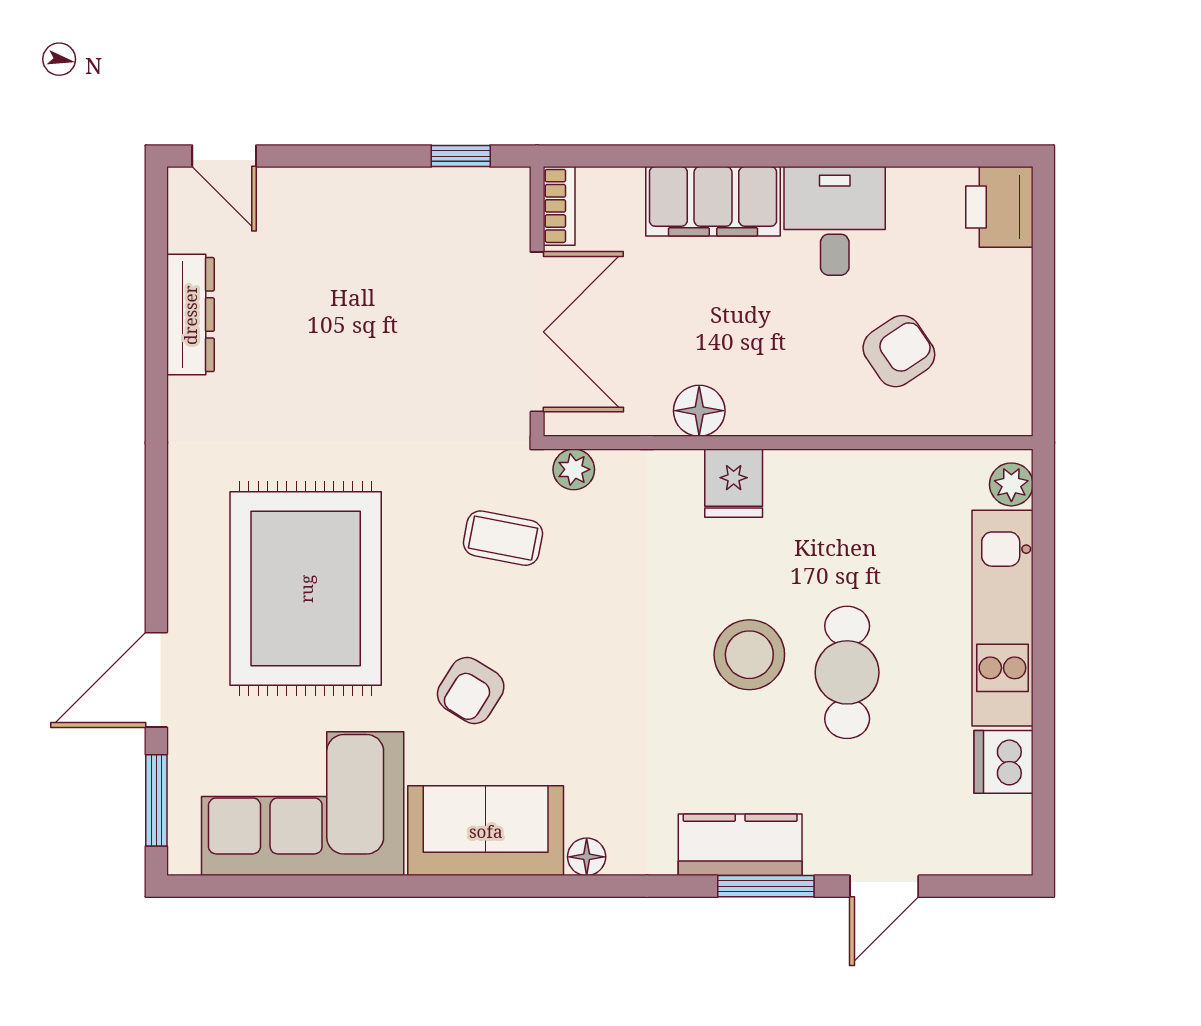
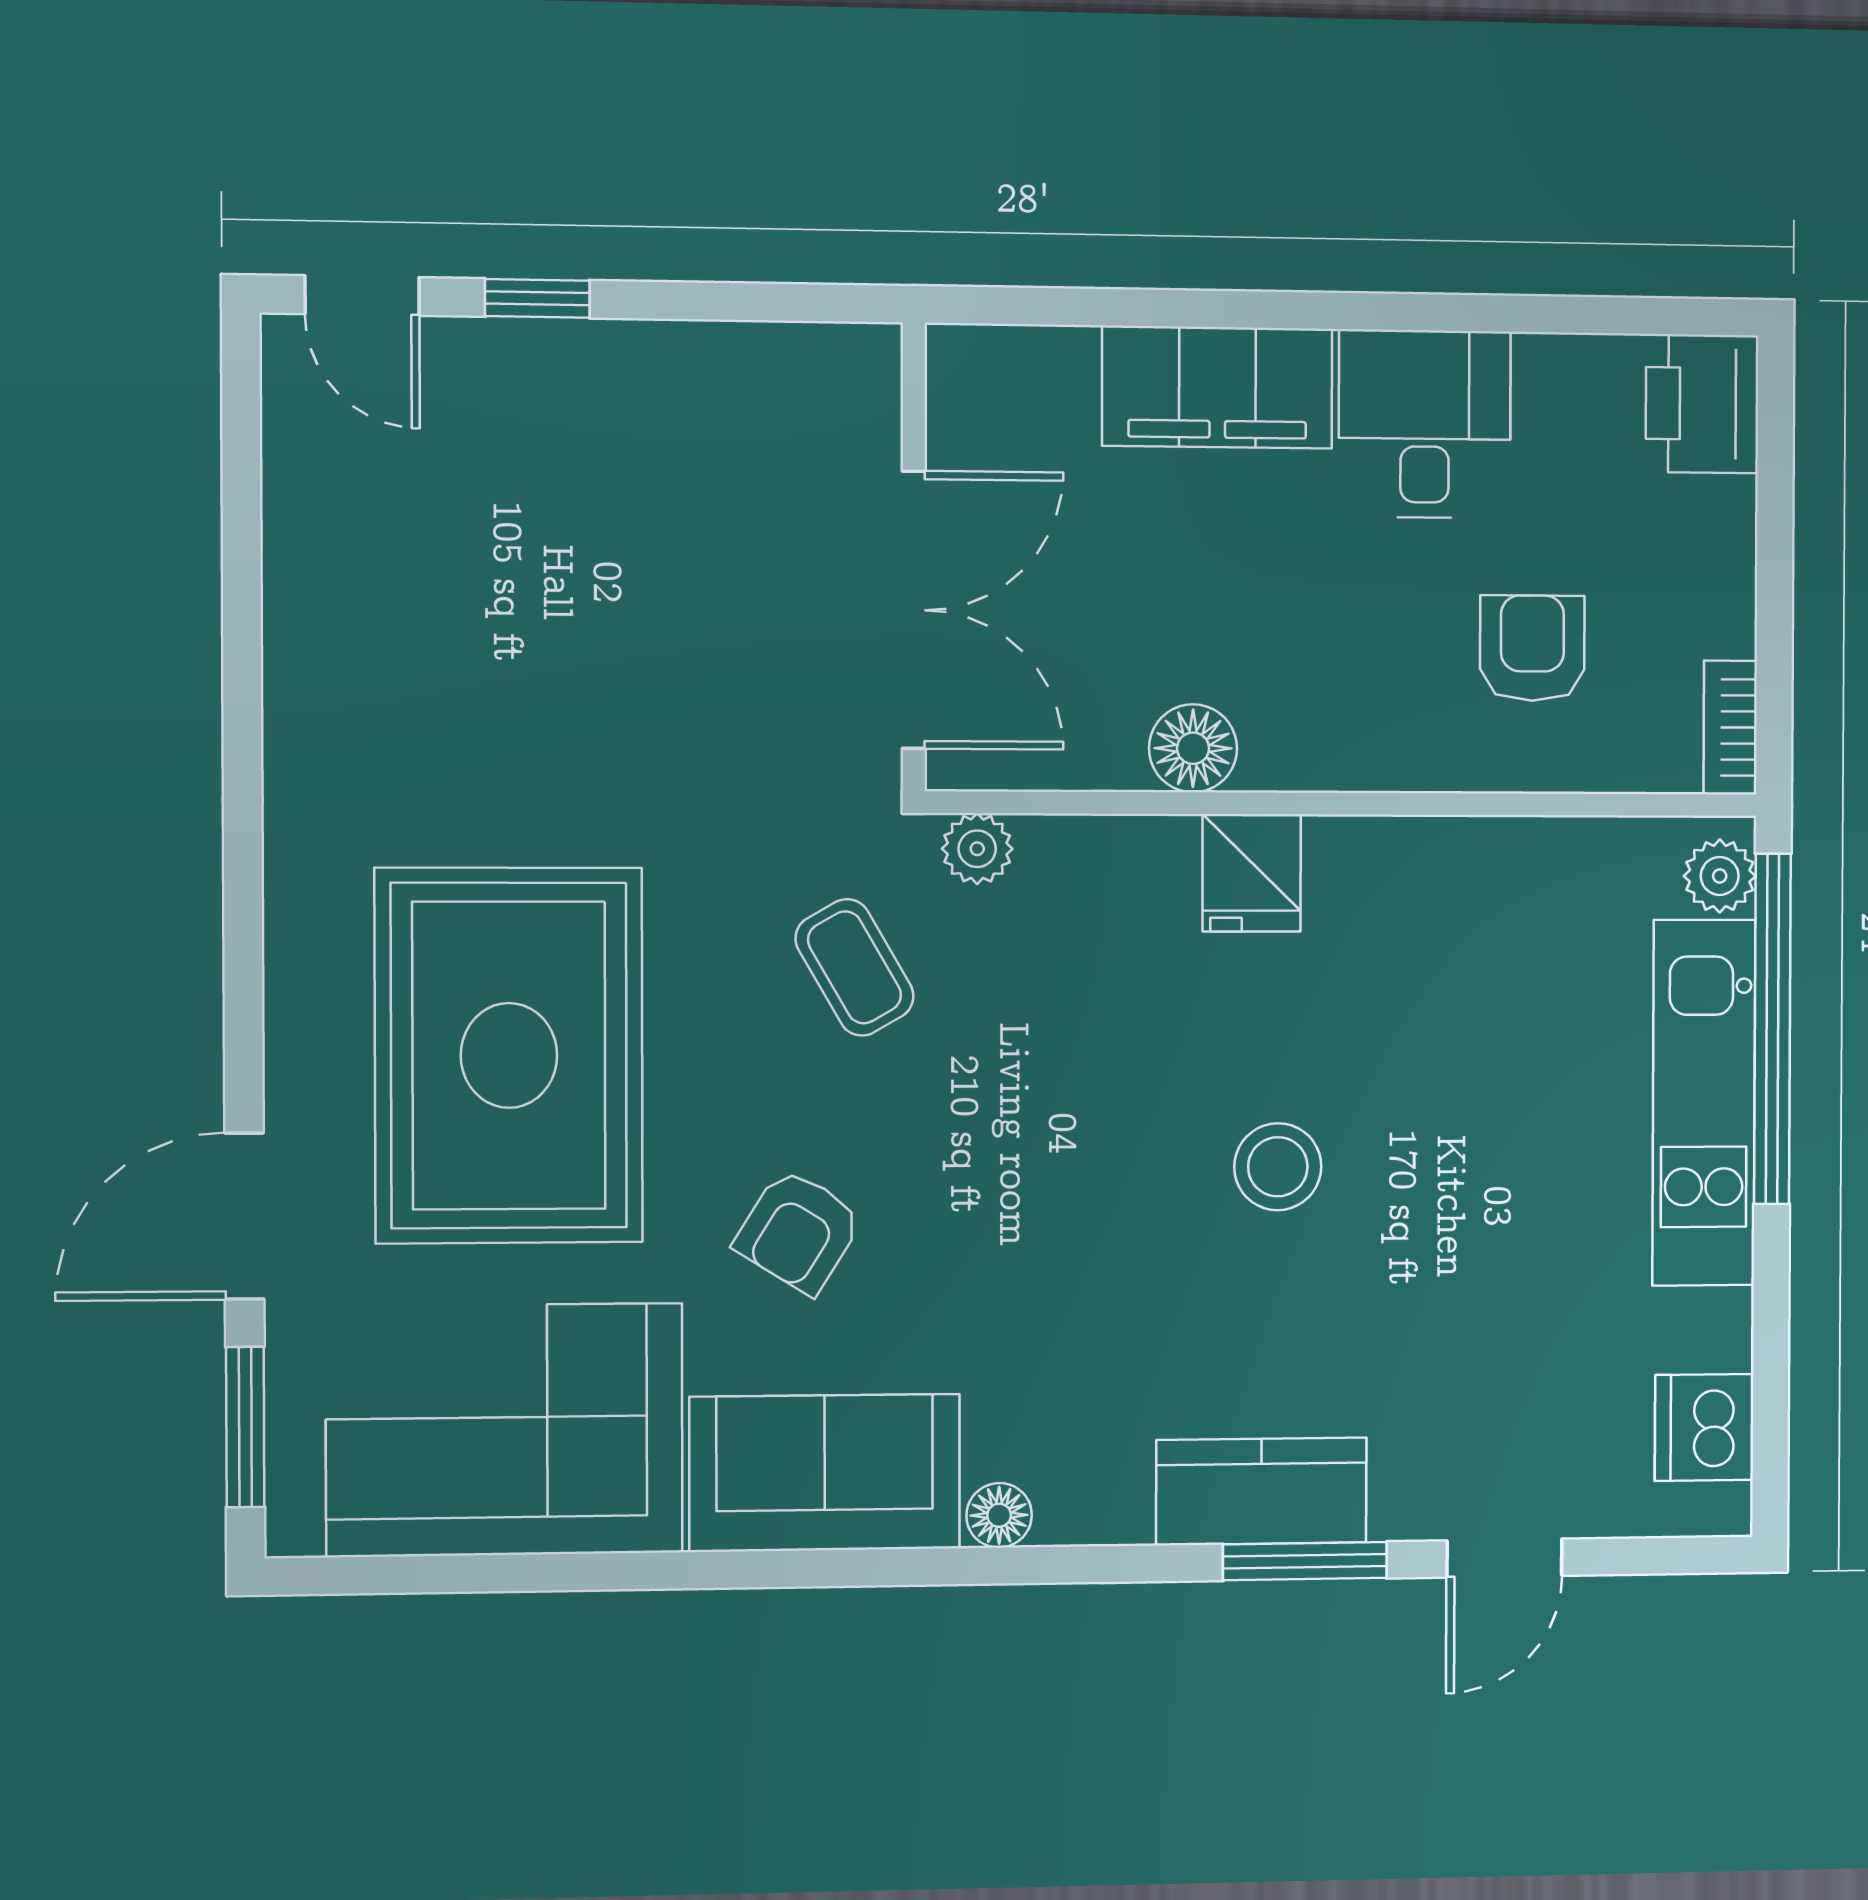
window: (461, 156) -> (537, 298), moved
bookcase: (559, 206) -> (1730, 728), moved, turned 180
dresser: (190, 315) -> (303, 574), removed
armchair: (899, 351) -> (1532, 648), turned -56
coffee table: (503, 538) -> (855, 967), turned 49
window: (1043, 575) -> (1772, 1029), added
stool: (749, 655) -> (1278, 1167), width x0.73, depth x0.73
cafe table: (847, 672) -> (1443, 1196), removed
dishwasher: (1003, 762) -> (1704, 1427), moved

